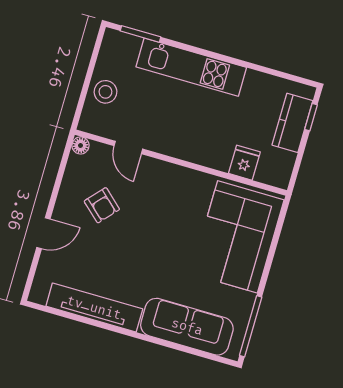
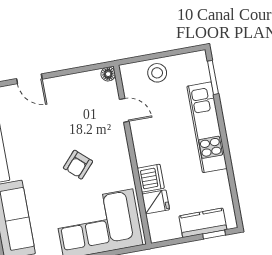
door: (128, 147) -> (124, 110), swing flipped
dishwasher: (216, 155) -> (151, 178), added
armchair: (102, 205) -> (78, 165), moved

